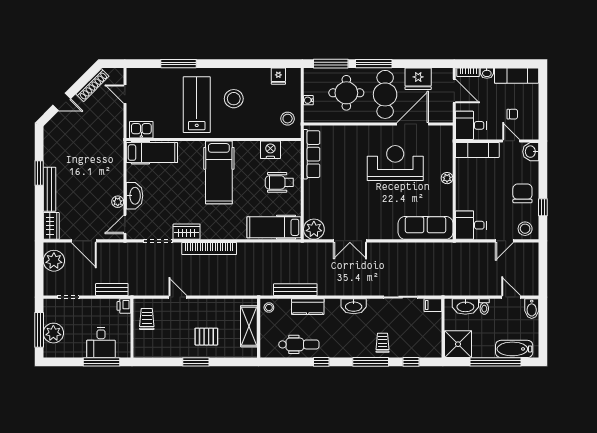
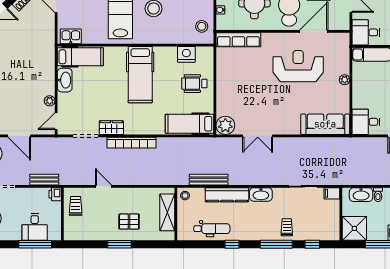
row of seats: (312, 154) -> (238, 40), moved, turned 90
washbasin: (135, 196) -> (65, 80), moved
kitchen counter: (308, 307) -> (227, 195), width x1.50

